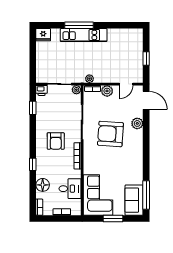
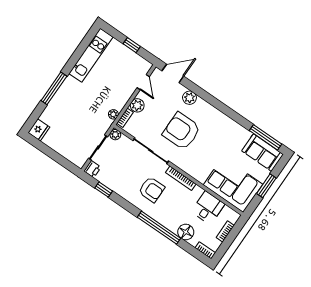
kitchen unit: (84, 35) -> (91, 55), moved
armchair: (110, 134) -> (182, 131), turned 86
window: (33, 164) -> (159, 228), width x3.17

